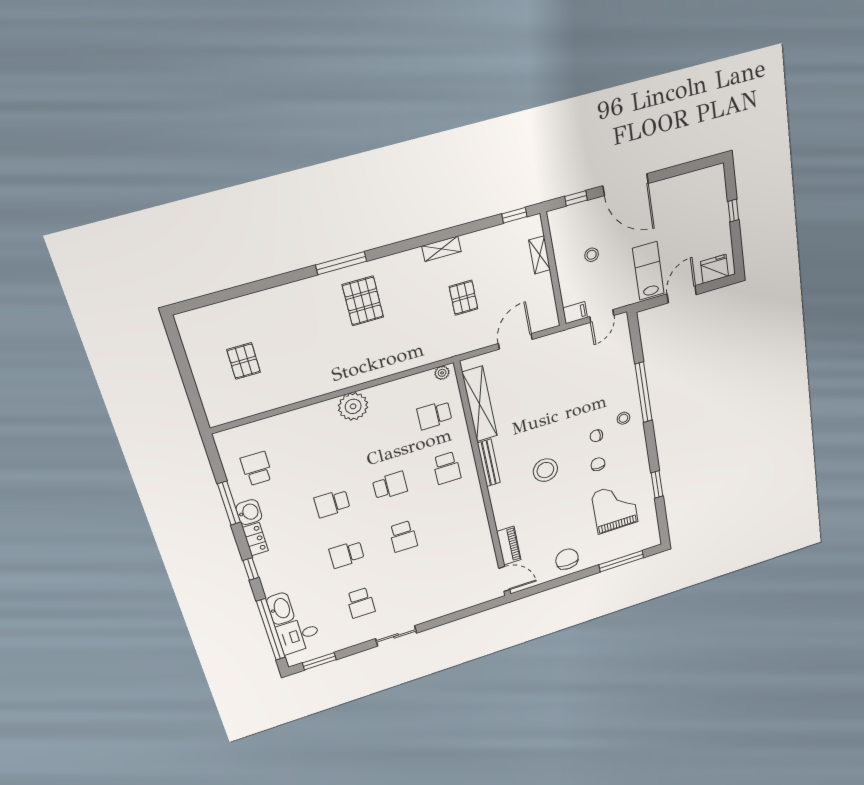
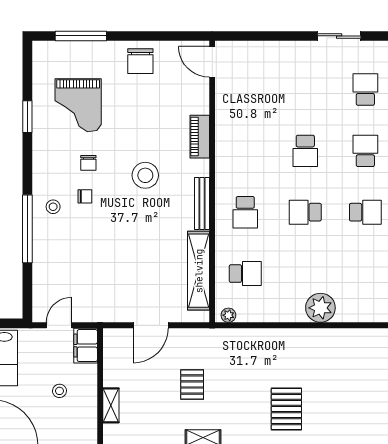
filing cabinet: (575, 313) -> (86, 346), width x2.00
school desk: (447, 468) -> (245, 212), turned 180
school desk: (403, 536) -> (305, 151), turned 180
piano: (509, 546) -> (200, 137), moved
school desk: (347, 554) -> (365, 151), turned -90

